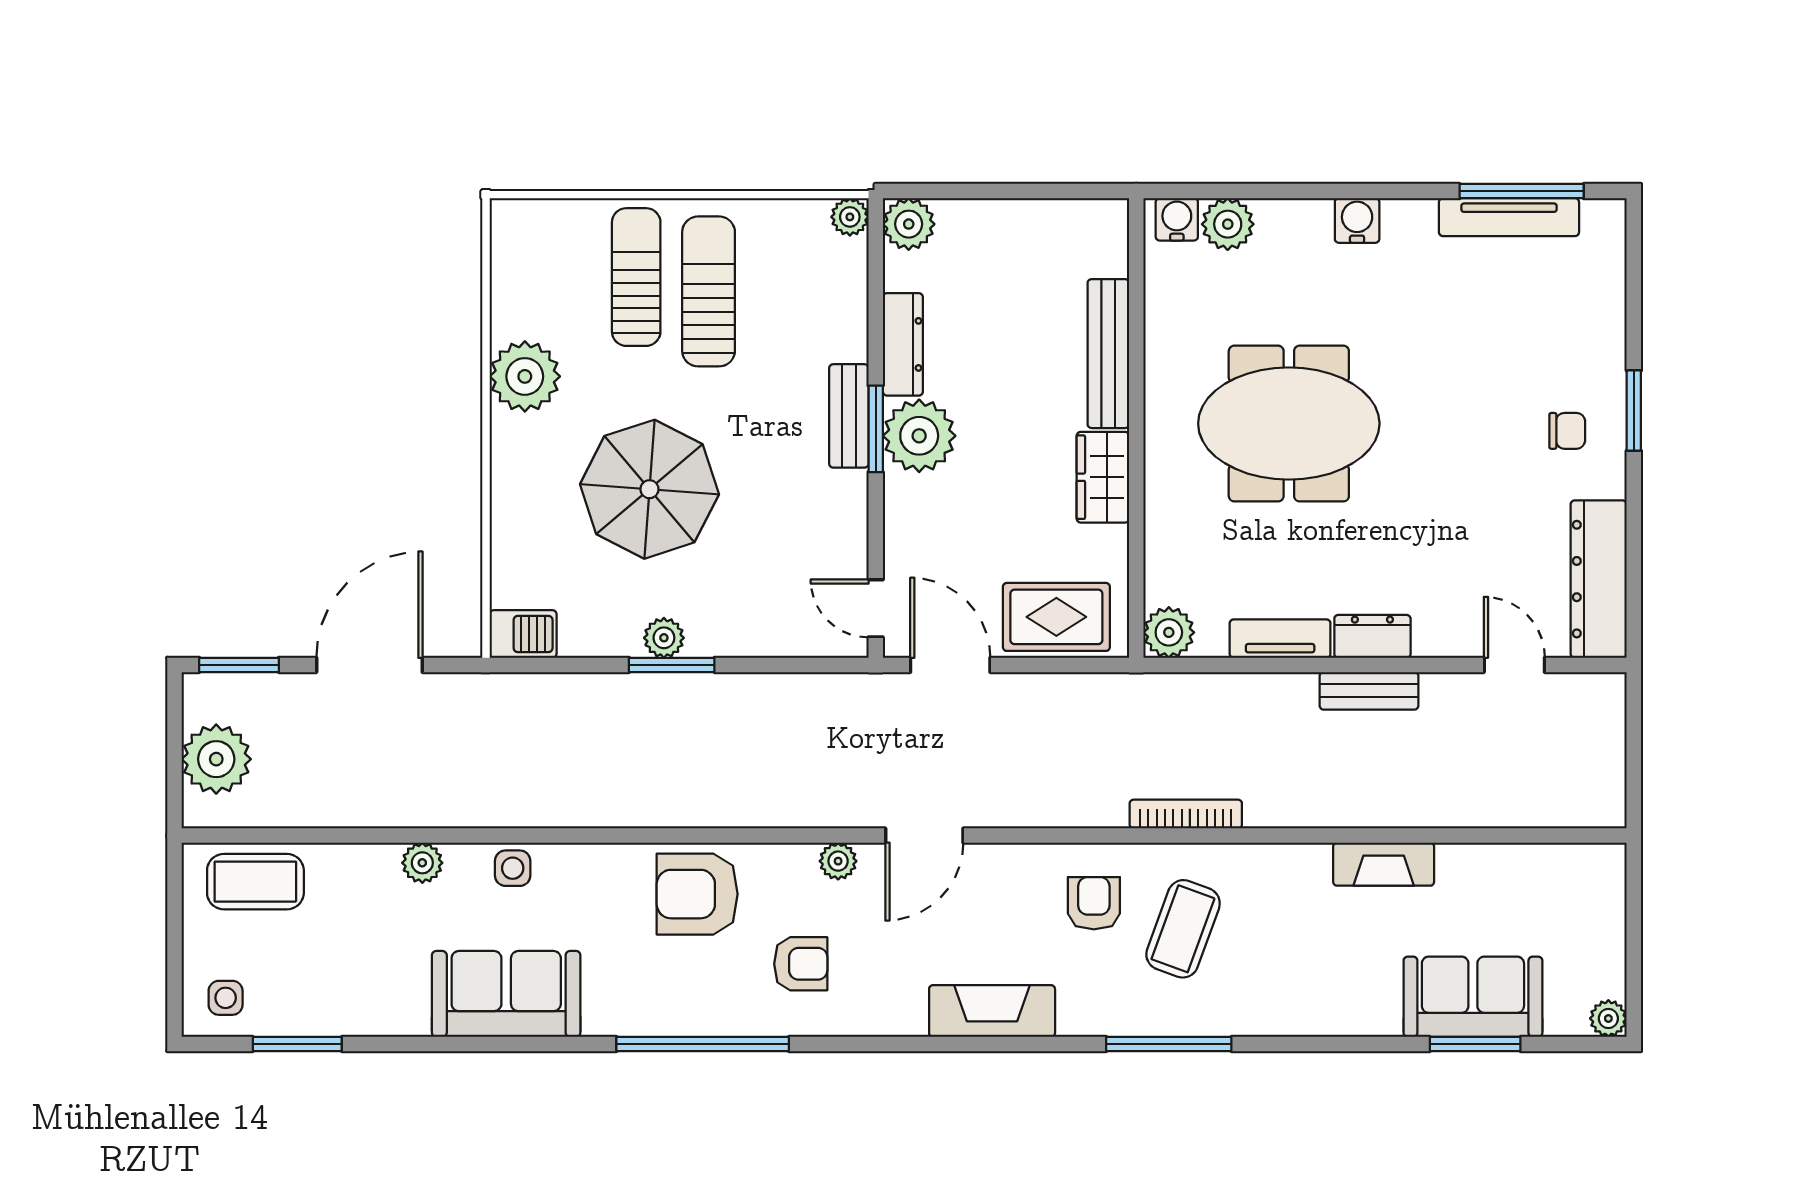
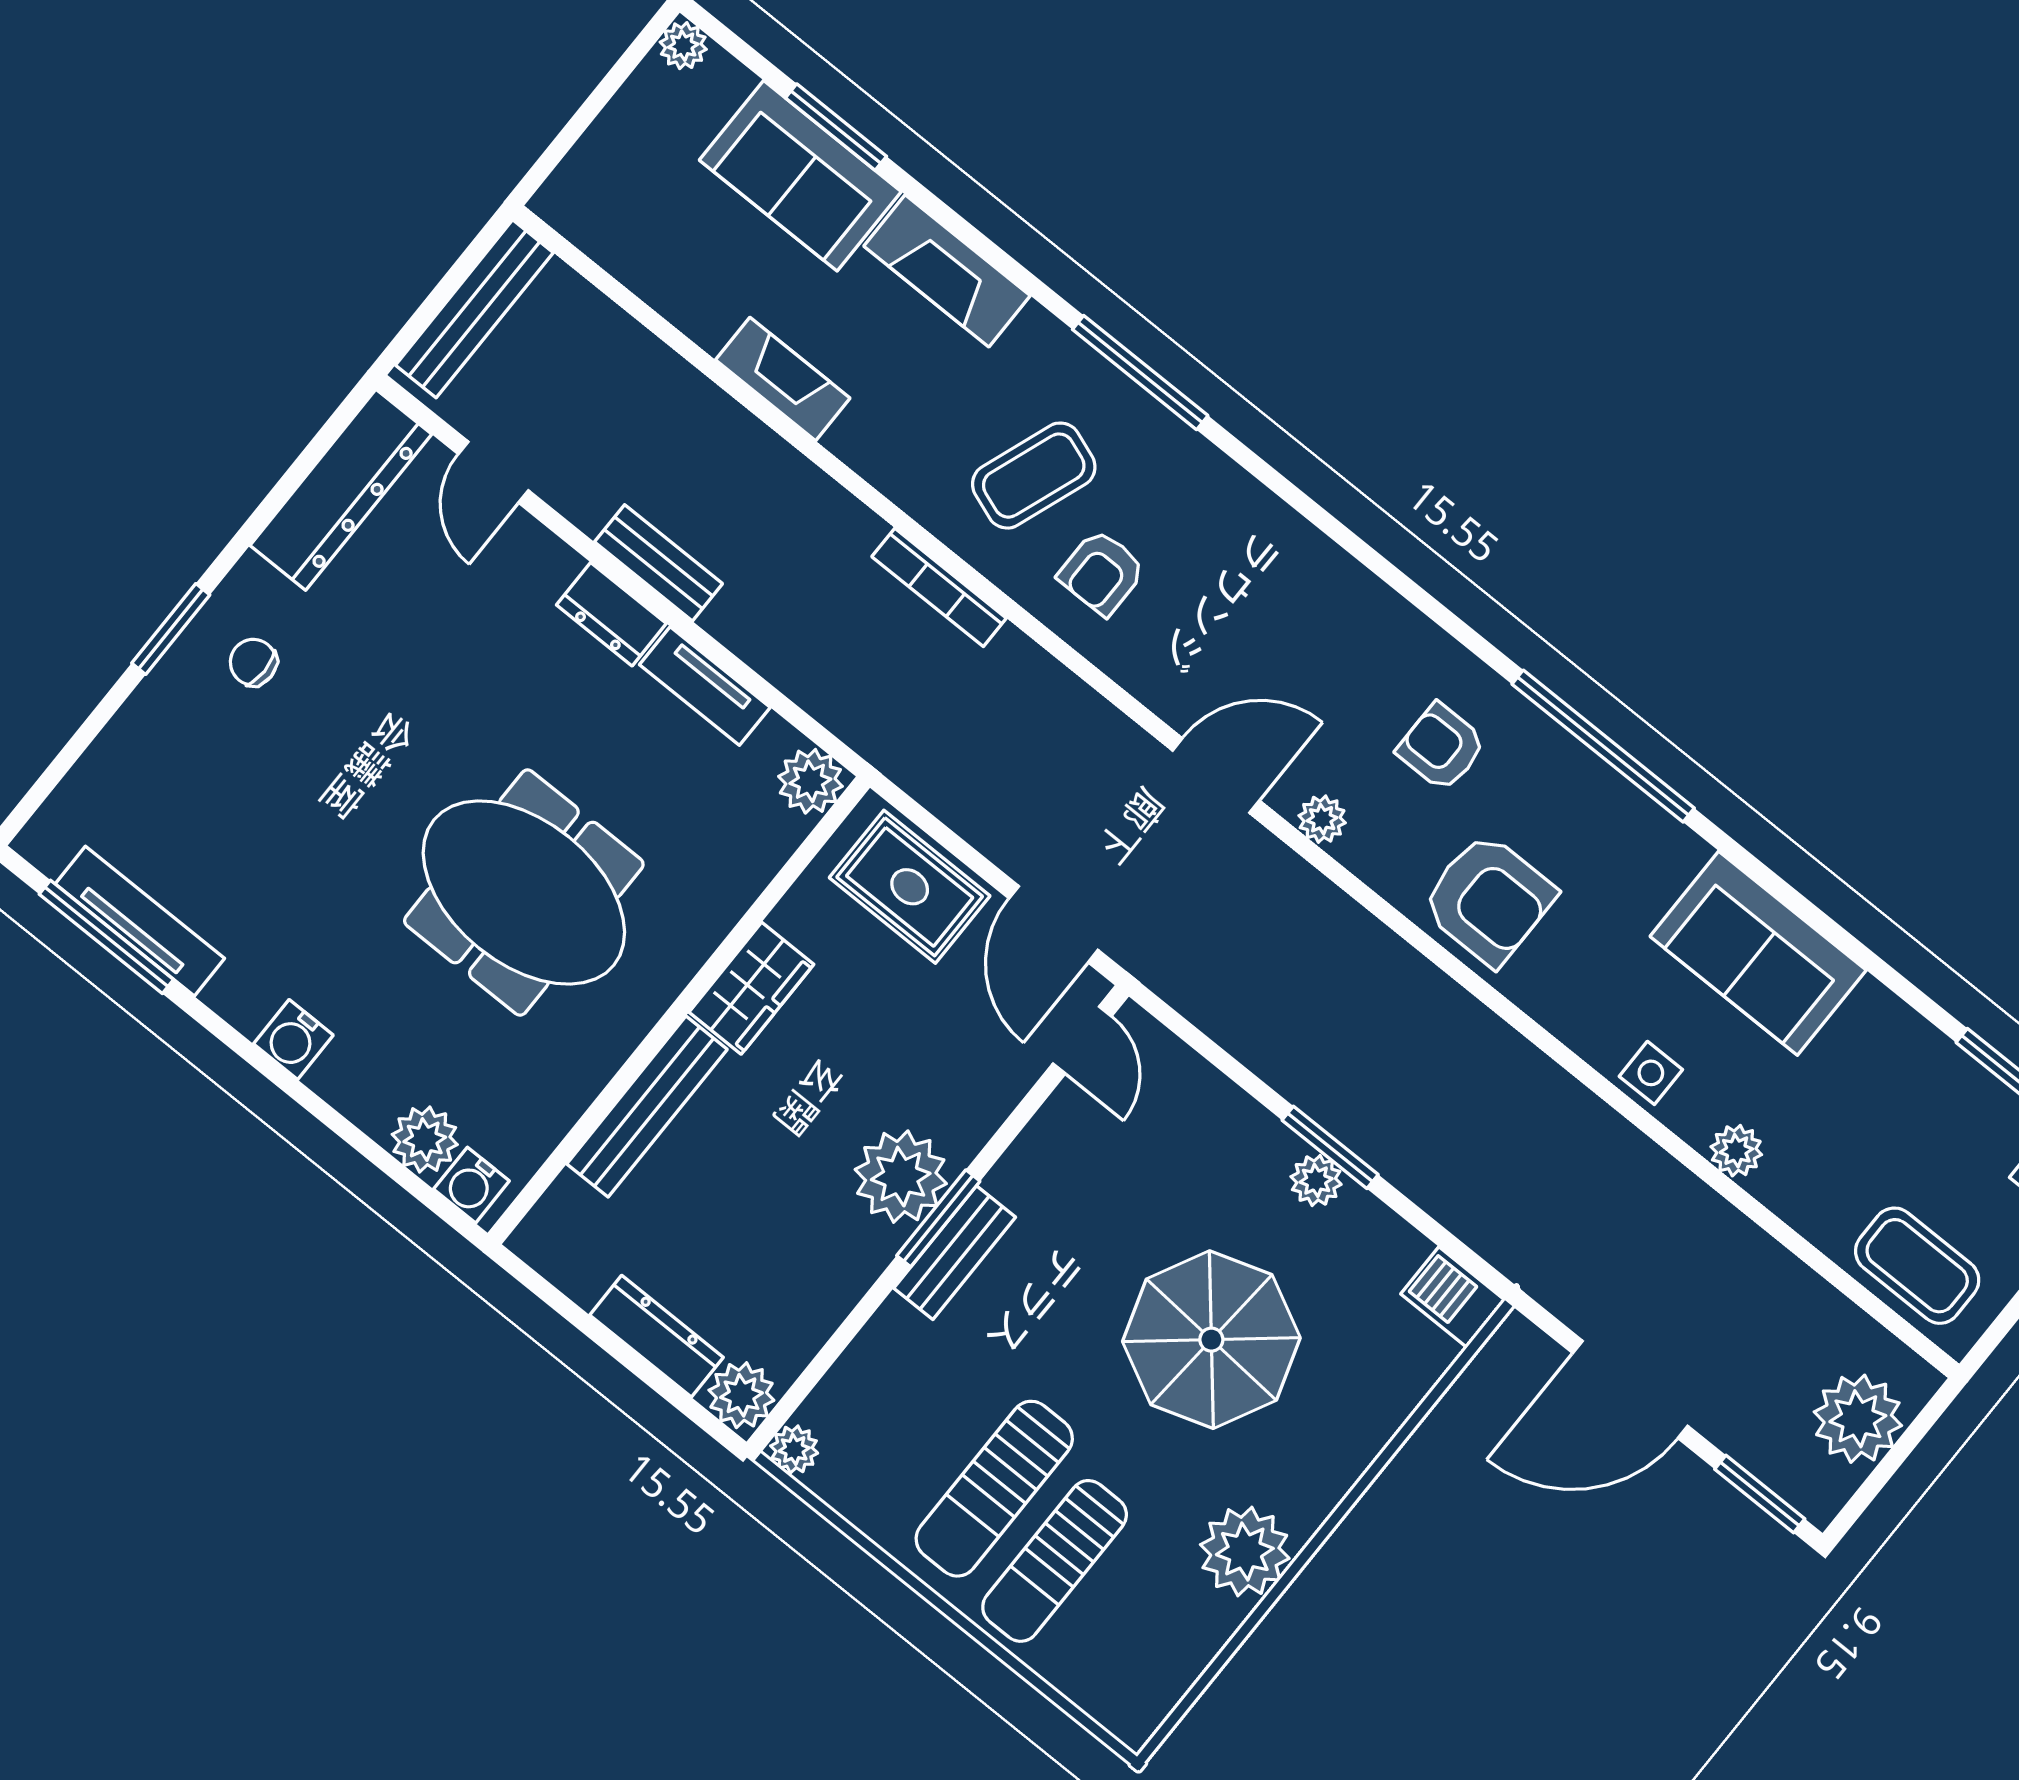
dresser: (903, 344) -> (656, 1336), moved, turned 90
bench: (1606, 755) -> (474, 309), added
fireplace: (992, 1011) -> (947, 271), moved

